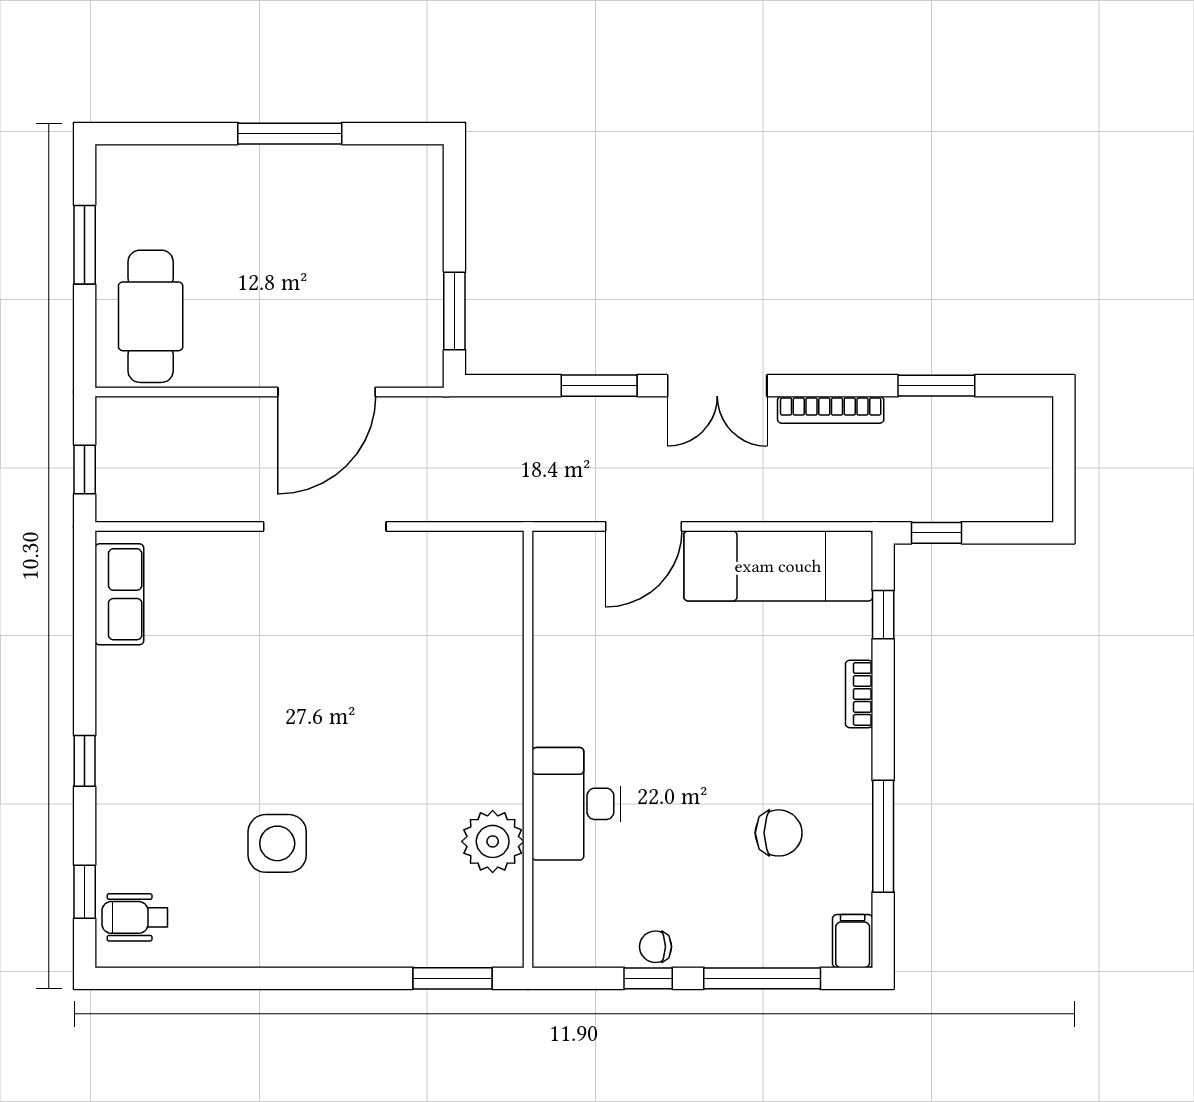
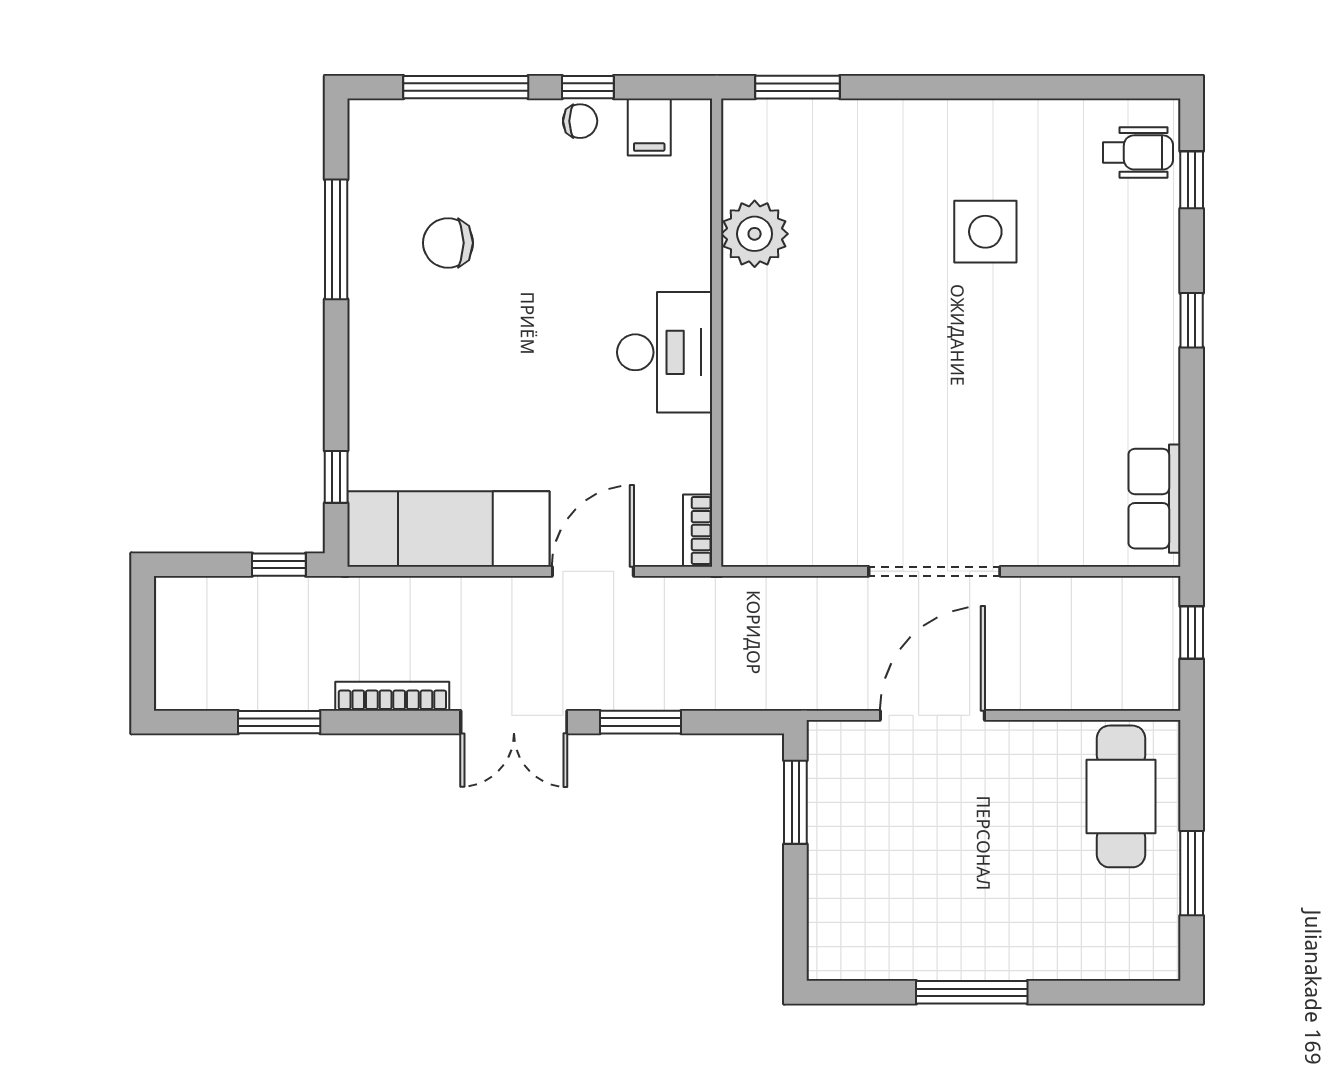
double door: (717, 386) -> (514, 722), swing flipped
bookcase: (859, 694) -> (698, 531), moved, turned 180
desk: (576, 804) -> (665, 352), moved
filing cabinet: (853, 941) -> (649, 127), moved

